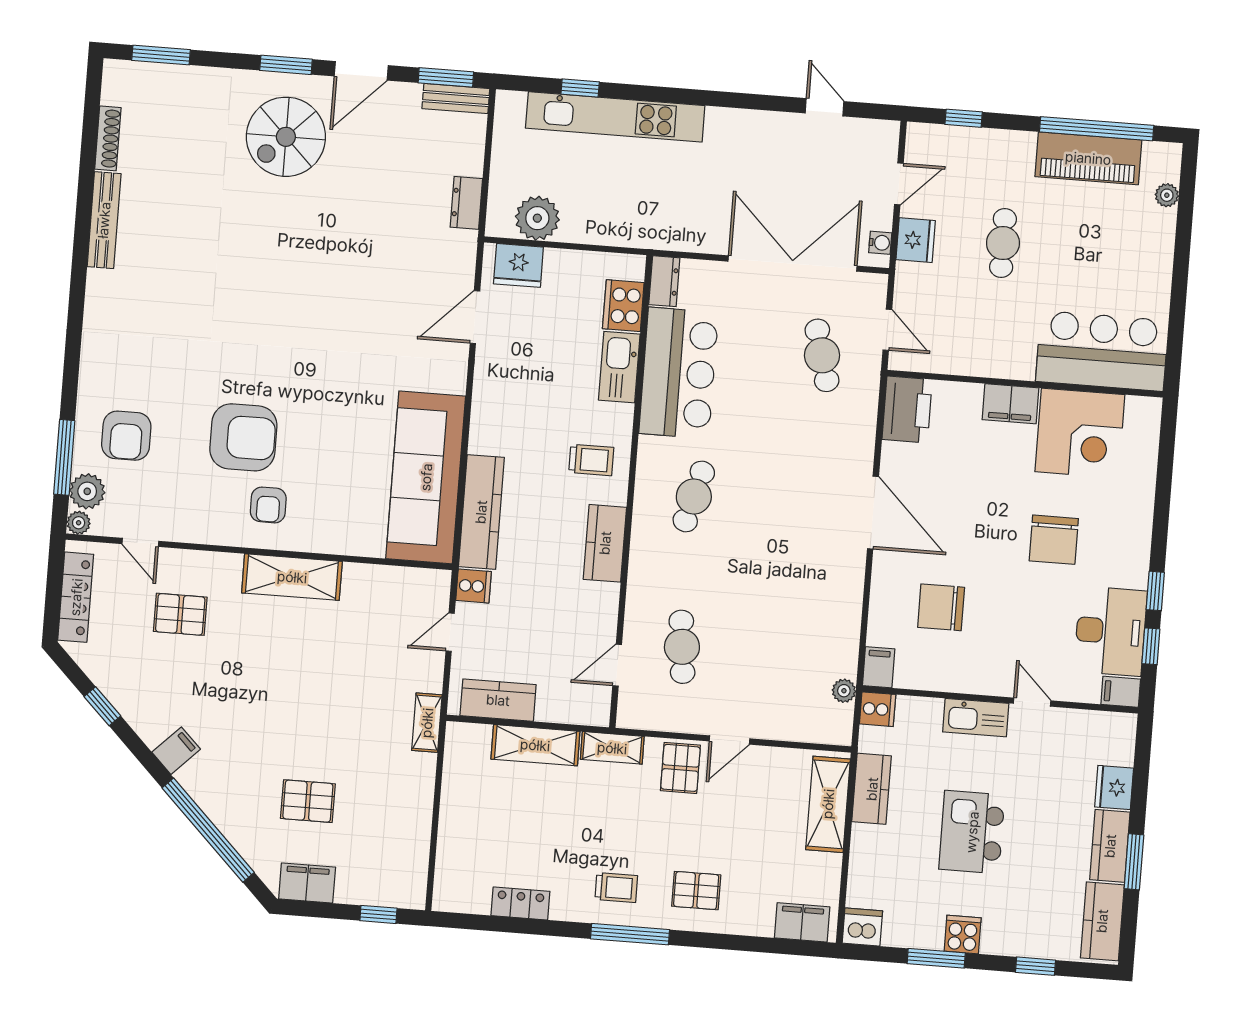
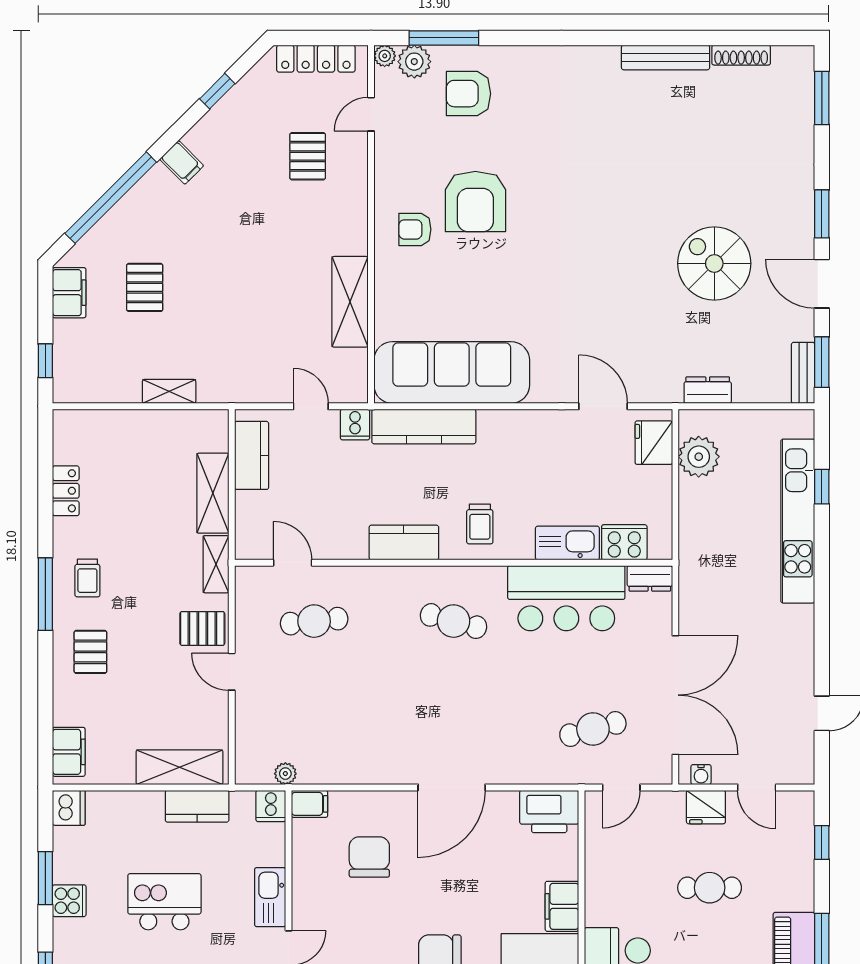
spiral stairs: (286, 137) -> (714, 263), moved
shelving: (292, 577) -> (350, 302), moved
shelving: (427, 723) -> (169, 391), moved

